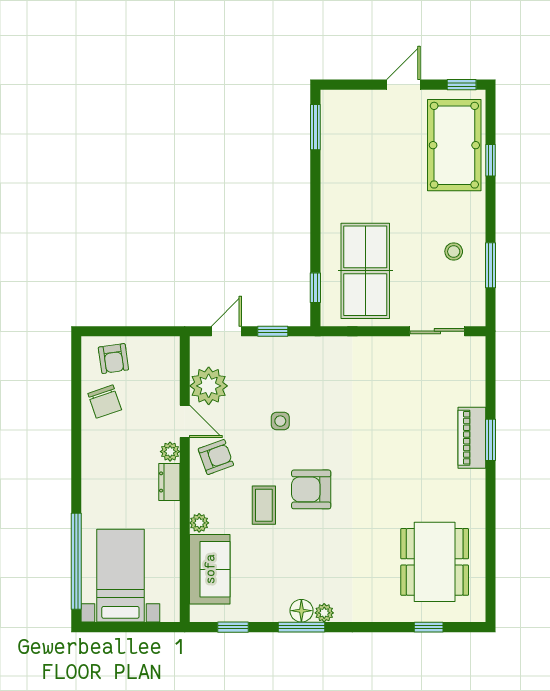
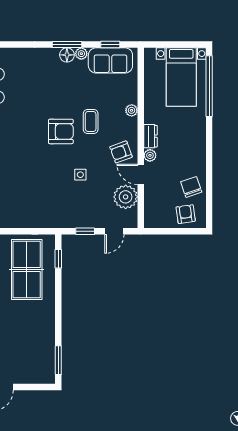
sofa: (210, 569) -> (110, 60), moved, turned -90
plant: (324, 613) -> (81, 54), moved

